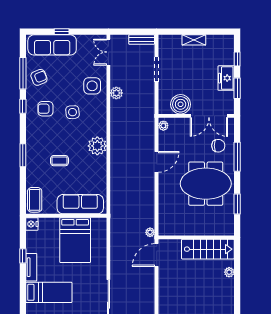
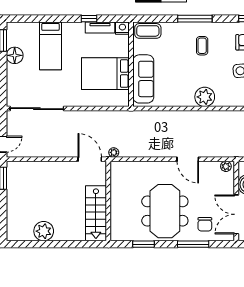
window: (23, 155) -> (195, 19), width x1.44
coffee table: (60, 161) -> (202, 46), moved
tv unit: (31, 267) -> (100, 27), moved
plant: (229, 272) -> (44, 231), moved, width x1.88, depth x1.88

